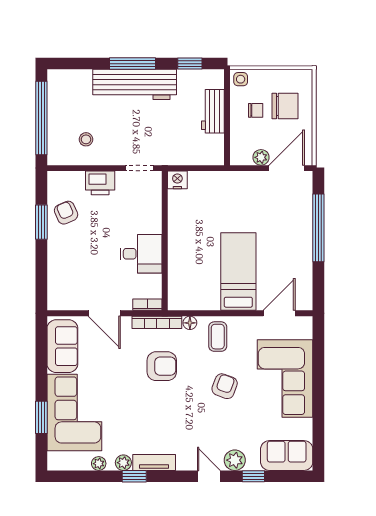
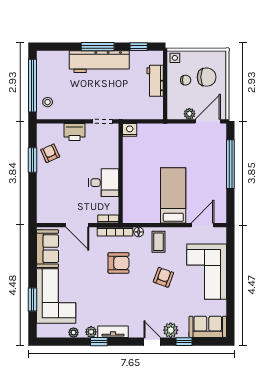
stool: (86, 139) -> (48, 102), moved

